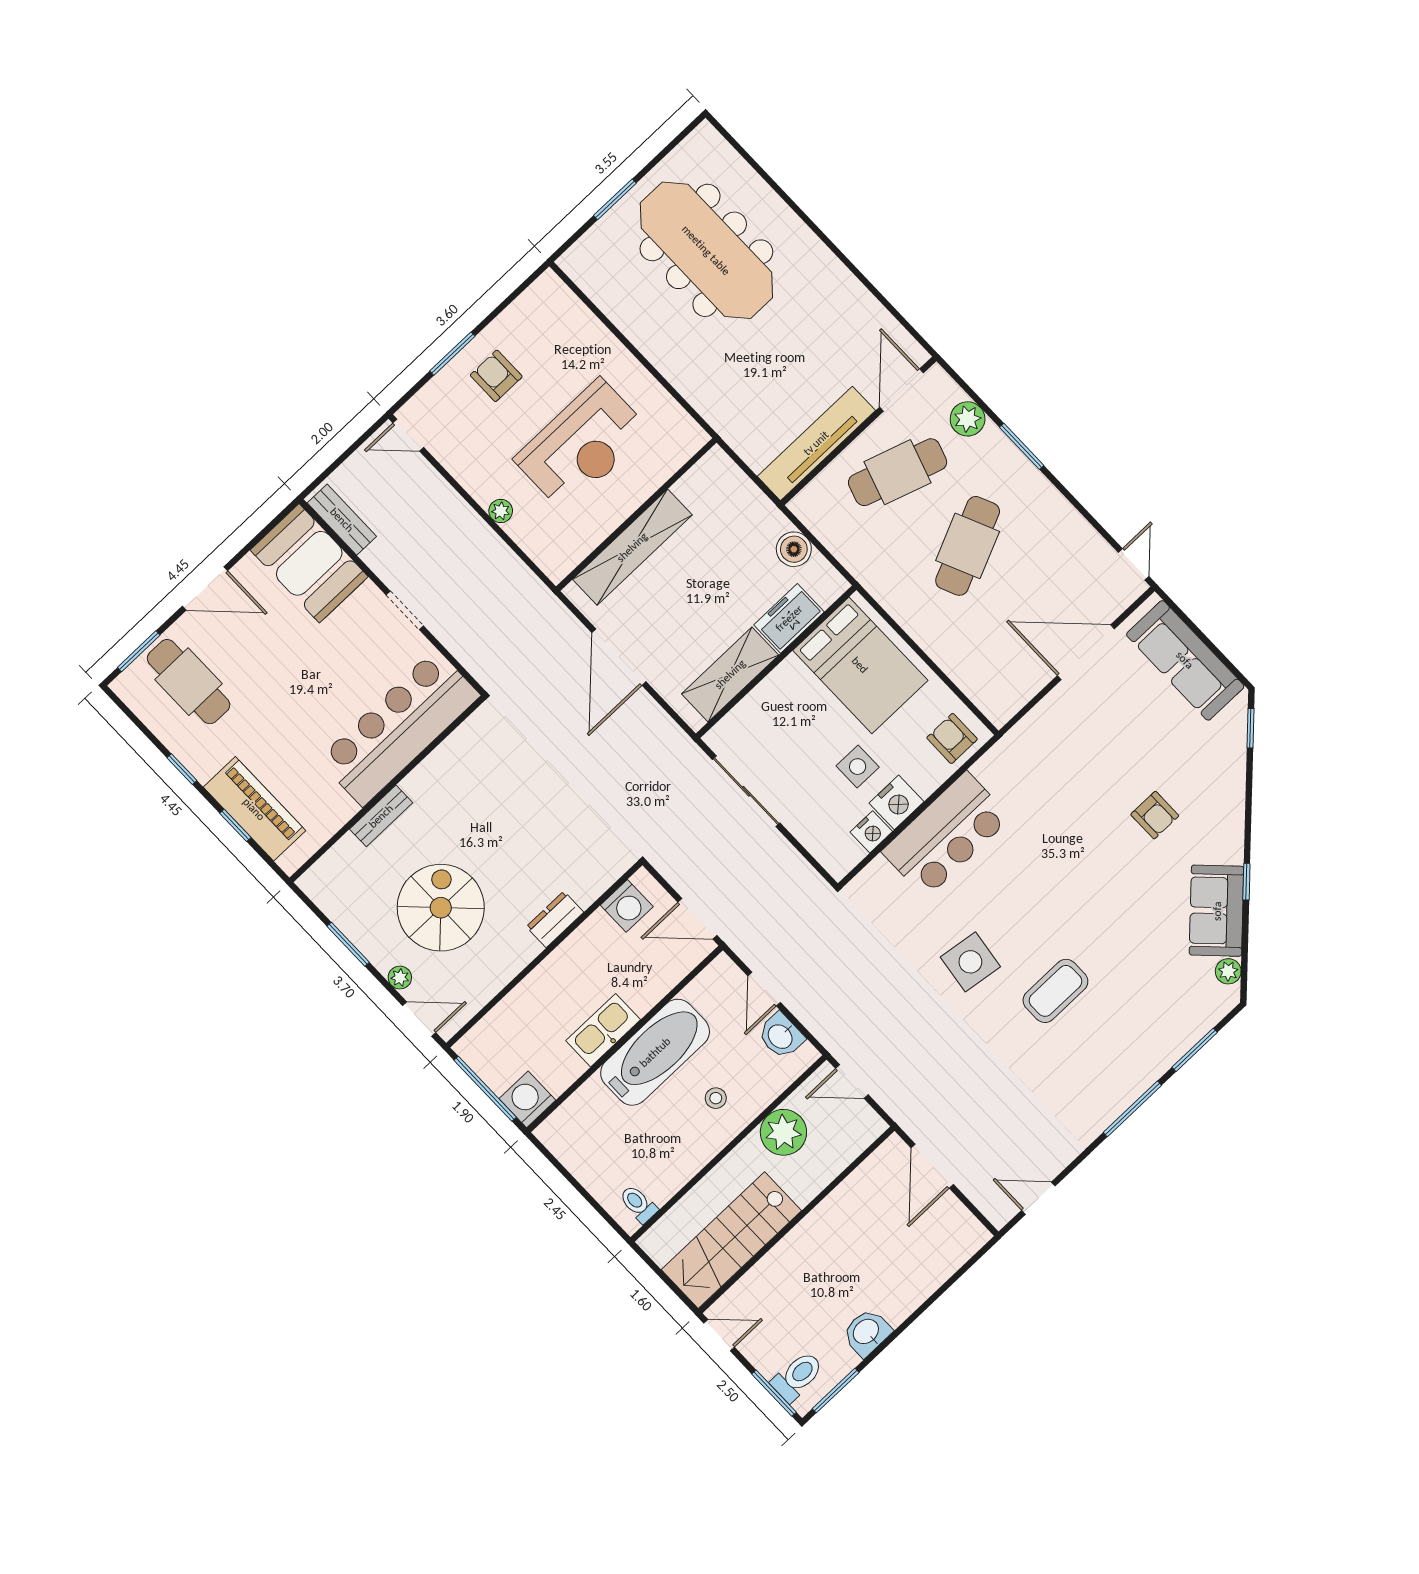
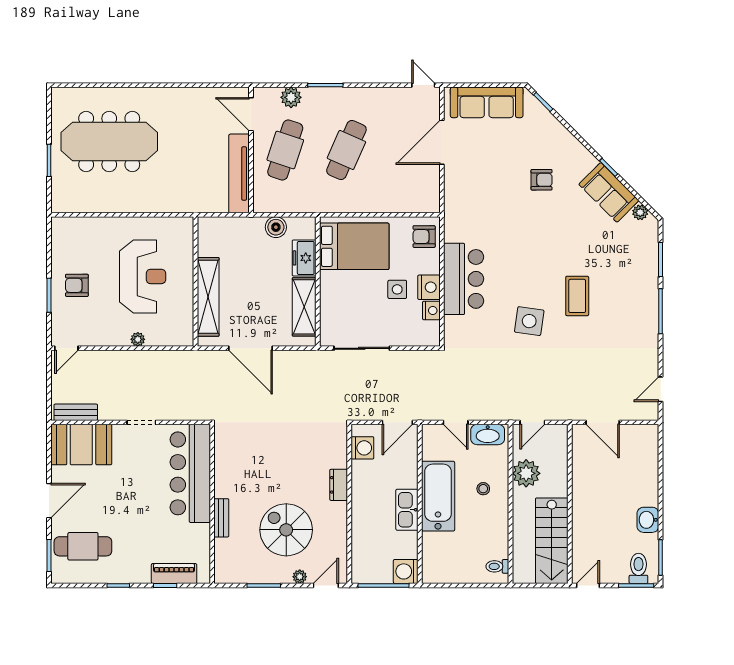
cafe table: (968, 546) -> (346, 150), turned 48
piano: (254, 809) -> (174, 574), width x0.73, depth x0.75
washbasin: (781, 1036) -> (488, 435), width x1.38

